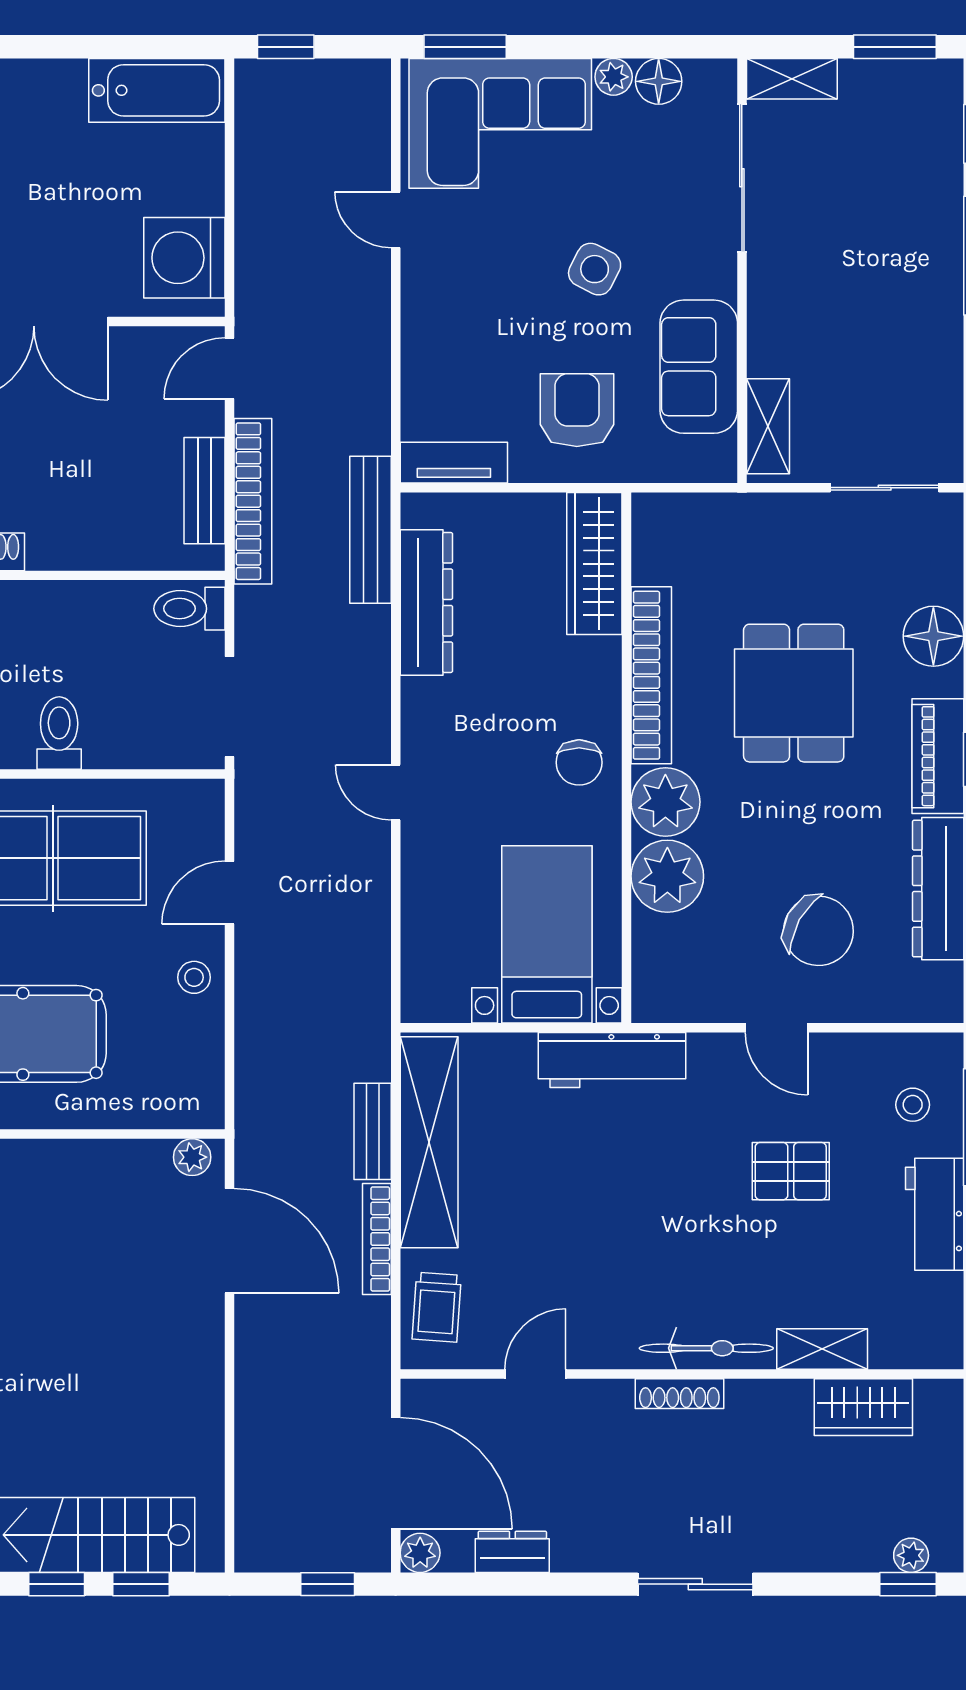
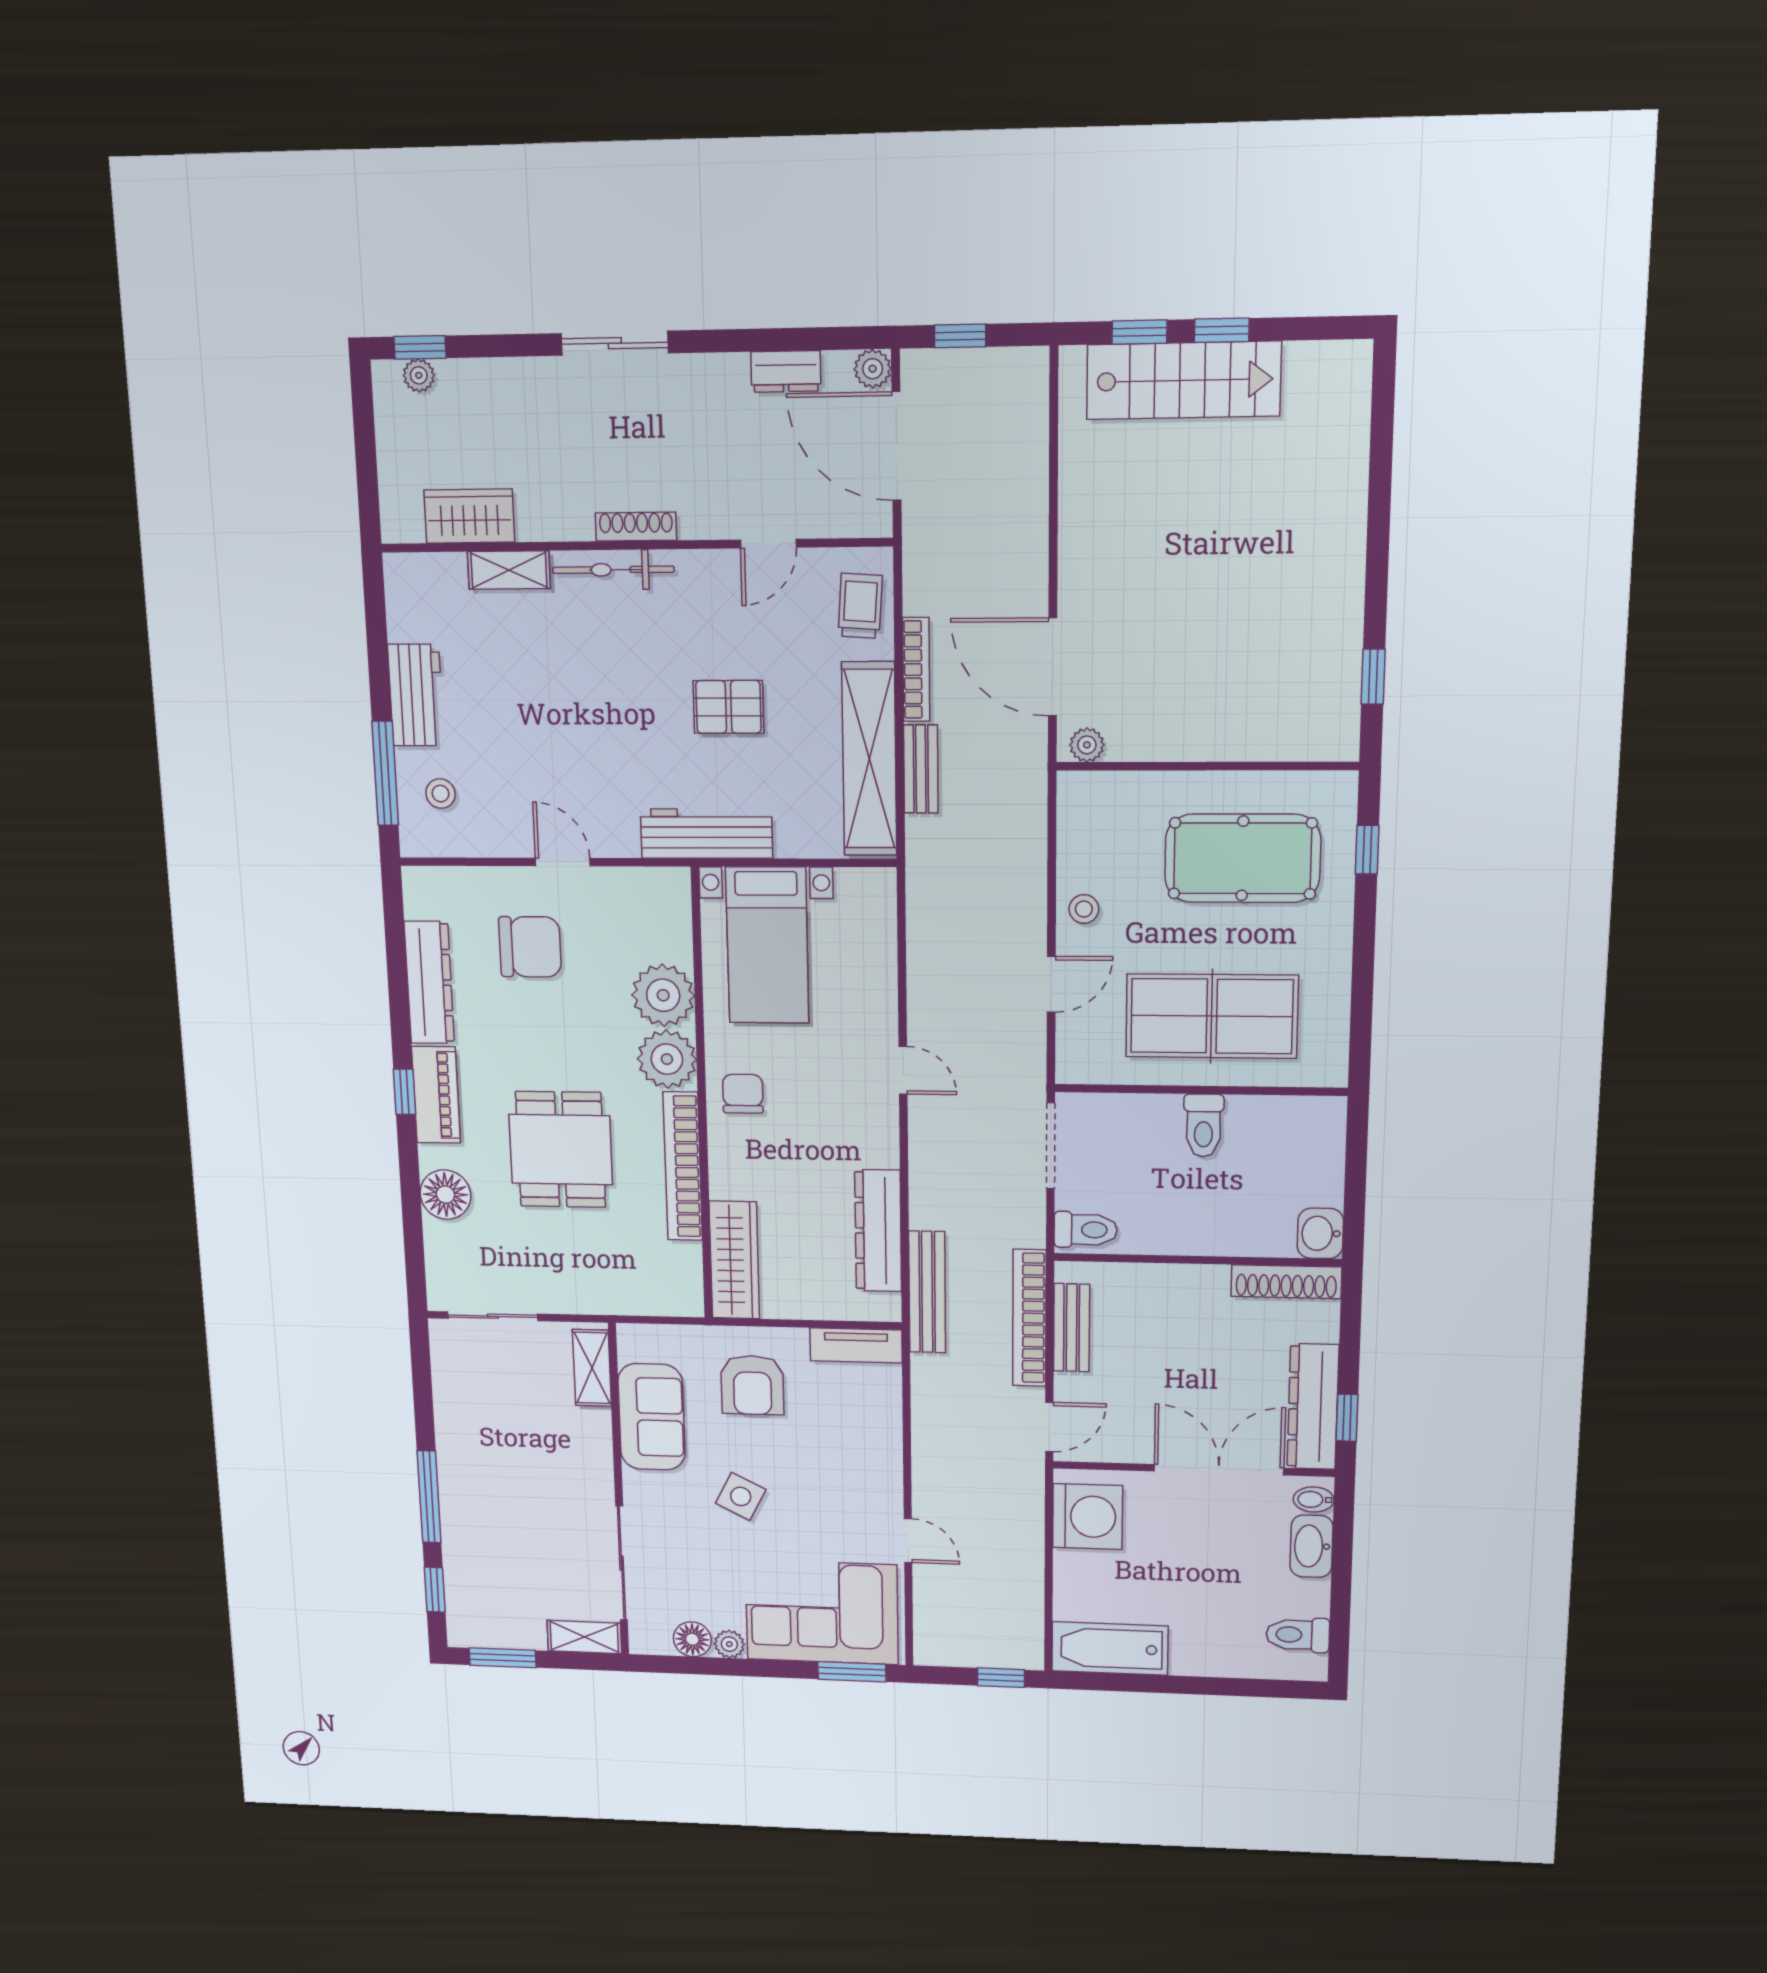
chair: (818, 931) -> (530, 947), turned 151
pallet: (791, 1171) -> (728, 707), moved

